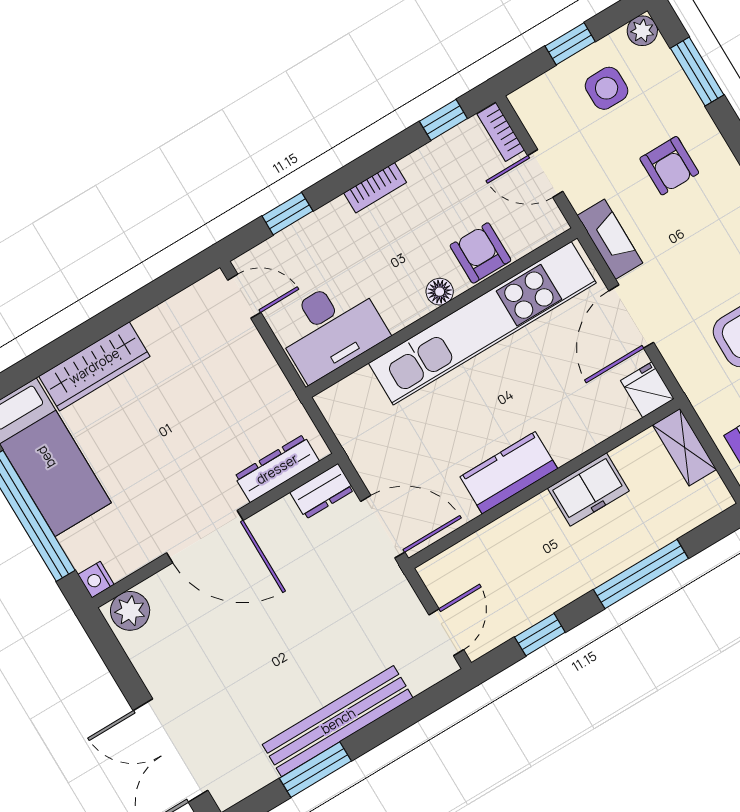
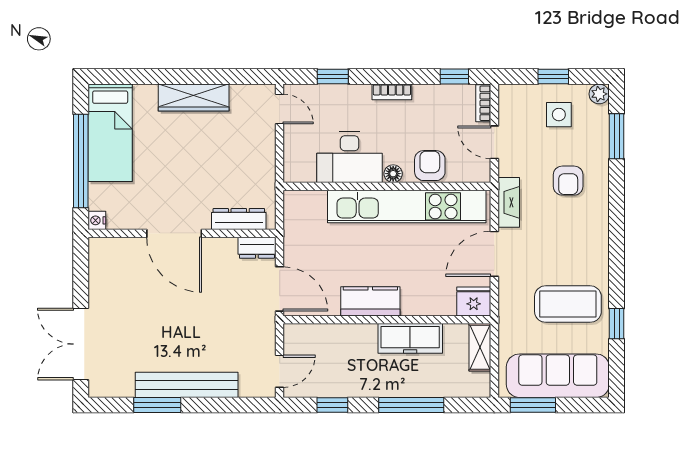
desk: (330, 328) -> (350, 157), moved
wardrobe: (94, 366) -> (194, 98), moved
fridge: (647, 390) -> (474, 301), width x1.38
freezer: (588, 490) -> (410, 338), width x1.40
plant: (130, 611) -> (106, 250), removed

